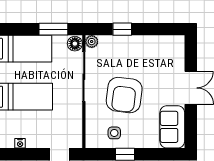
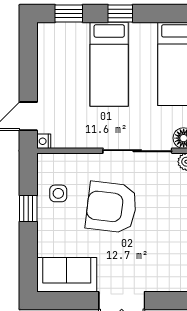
nightstand: (20, 143) -> (44, 141), moved

